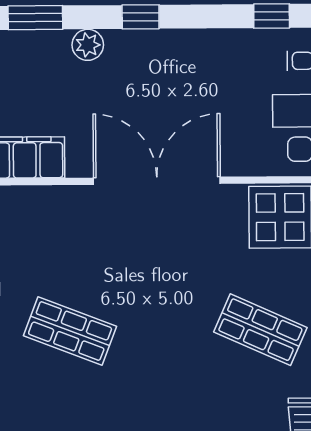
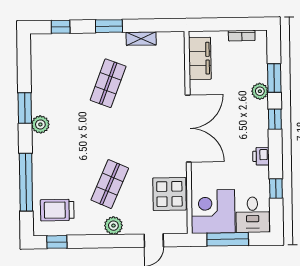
window: (35, 18) -> (274, 78), moved
printer: (210, 44) -> (261, 156), added

